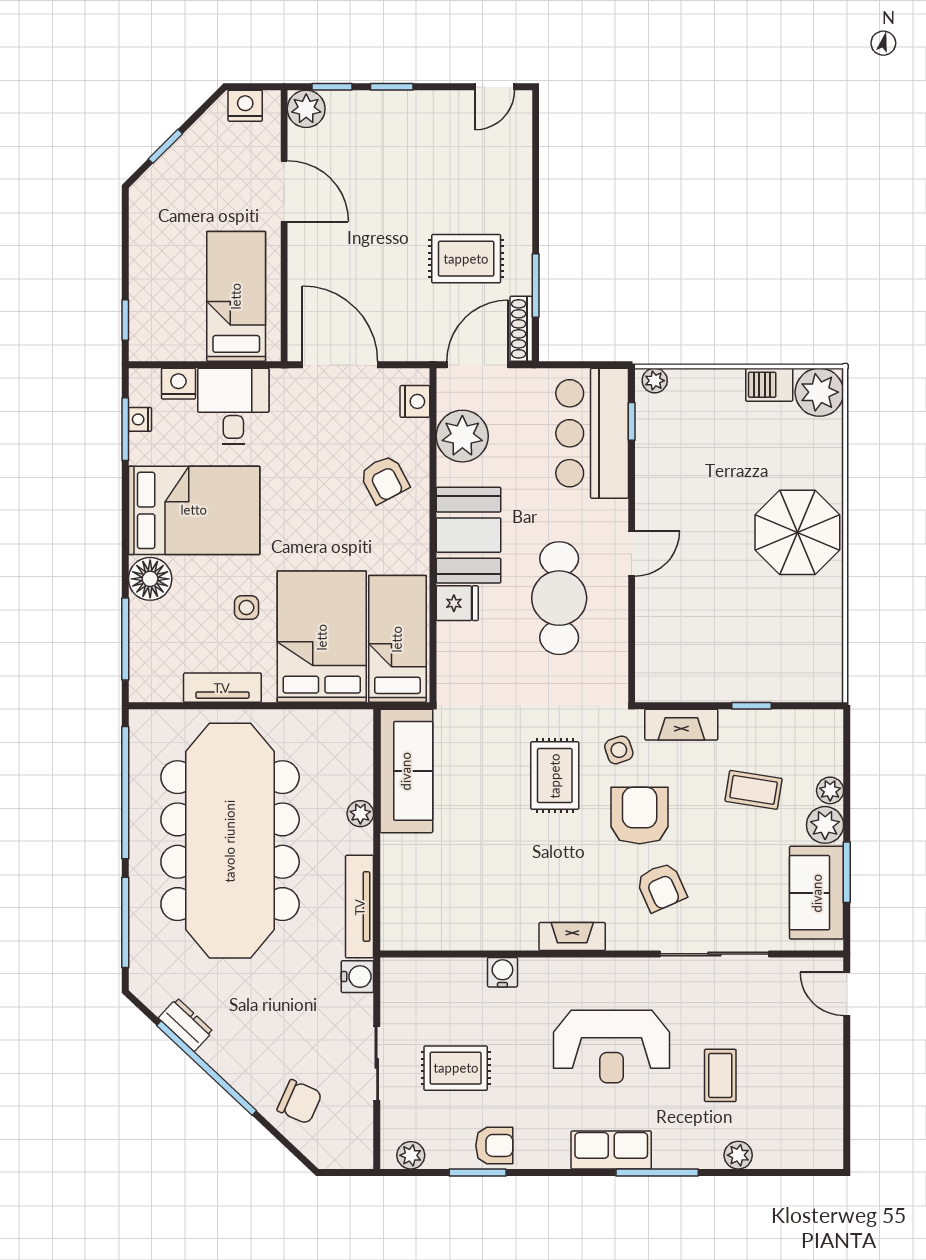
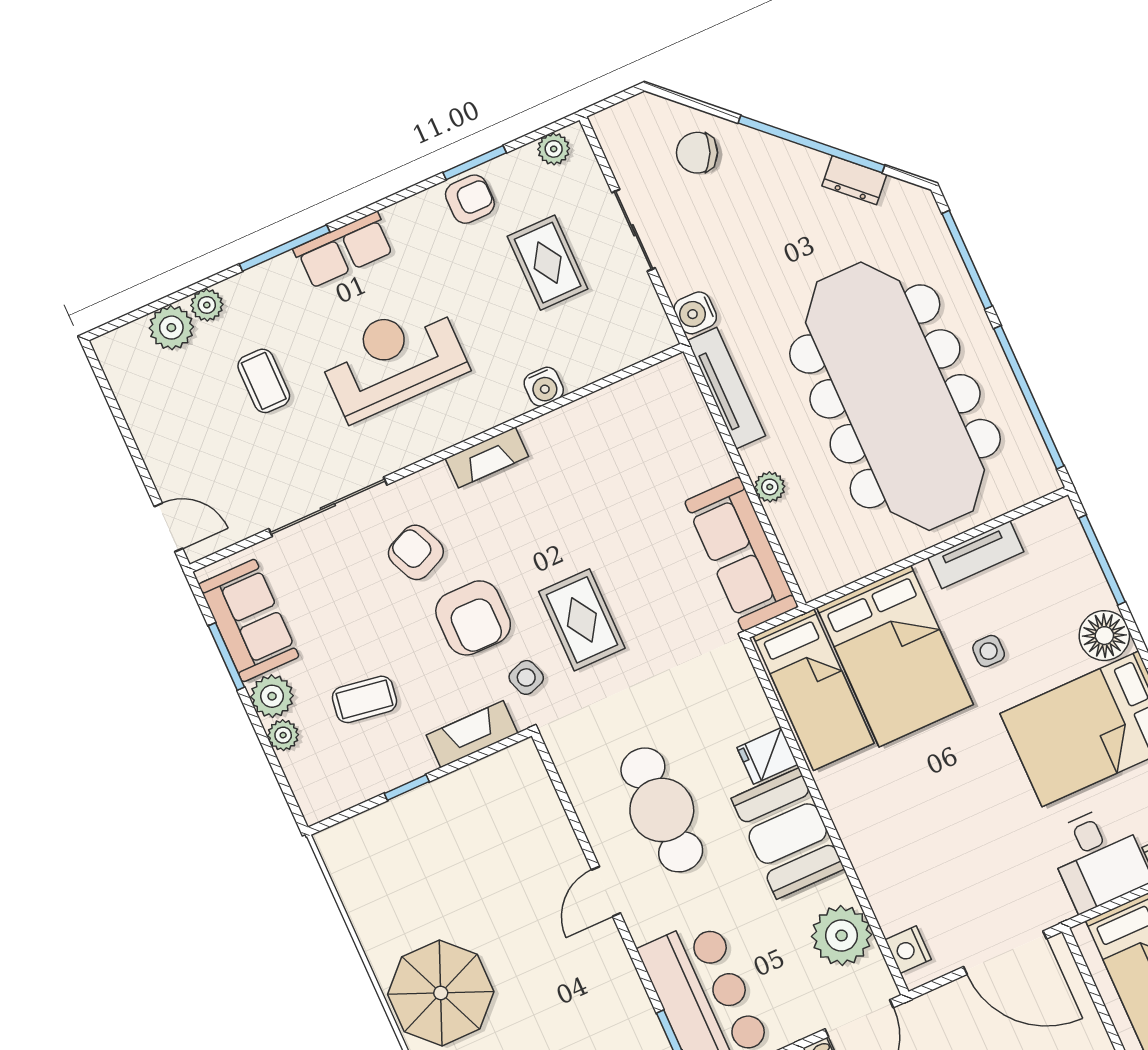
armchair: (384, 479) -> (904, 853), removed
rug: (456, 1068) -> (548, 263), turned 90
armchair: (494, 1145) -> (470, 199), turned 180
plant: (774, 1150) -> (171, 328), added

